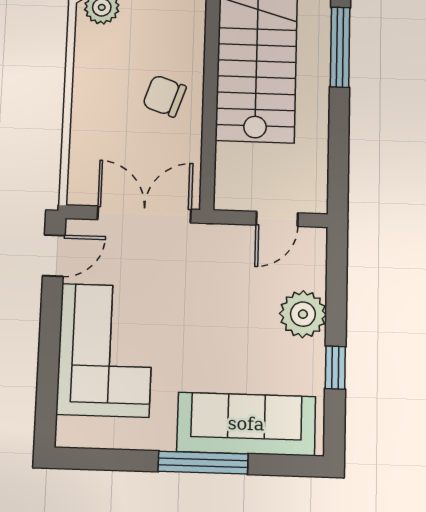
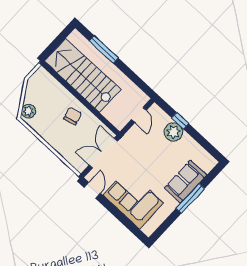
chair: (164, 96) -> (73, 116), turned 146
window: (335, 368) -> (180, 121), moved
sofa: (246, 424) -> (185, 182), width x0.73

